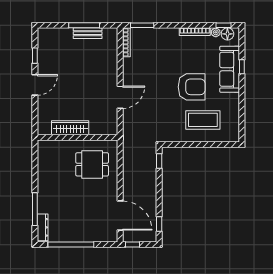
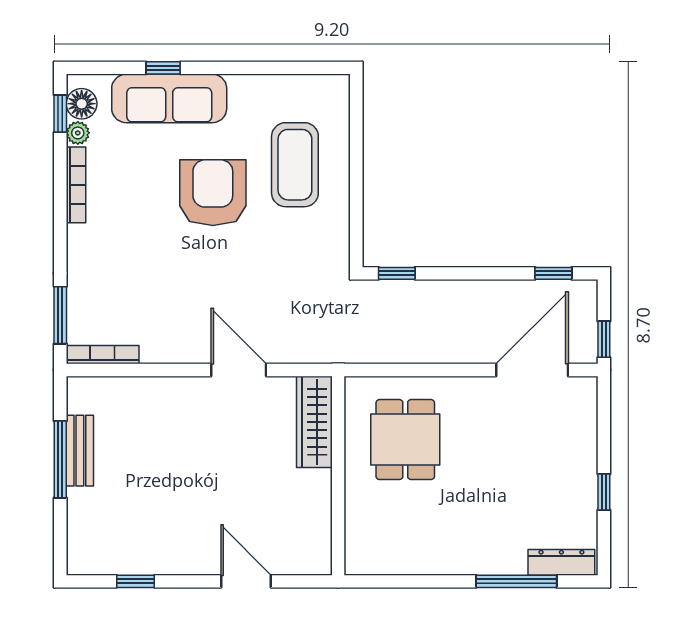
door: (35, 85) -> (246, 581), moved
wardrobe: (70, 128) -> (314, 422), moved
window: (71, 245) -> (604, 492), width x0.32

